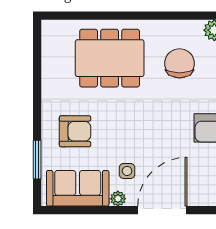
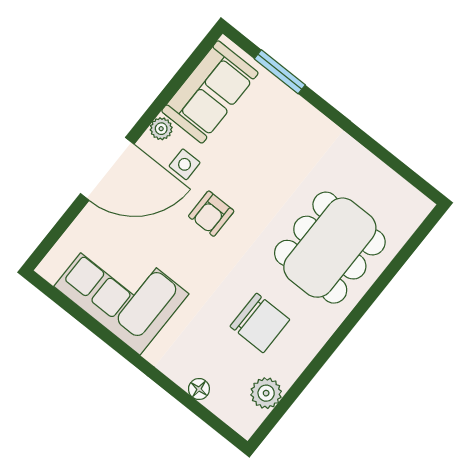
armchair: (75, 131) -> (211, 214), moved, width x0.72, depth x0.72
door: (162, 210) -> (107, 169), hinge flipped

